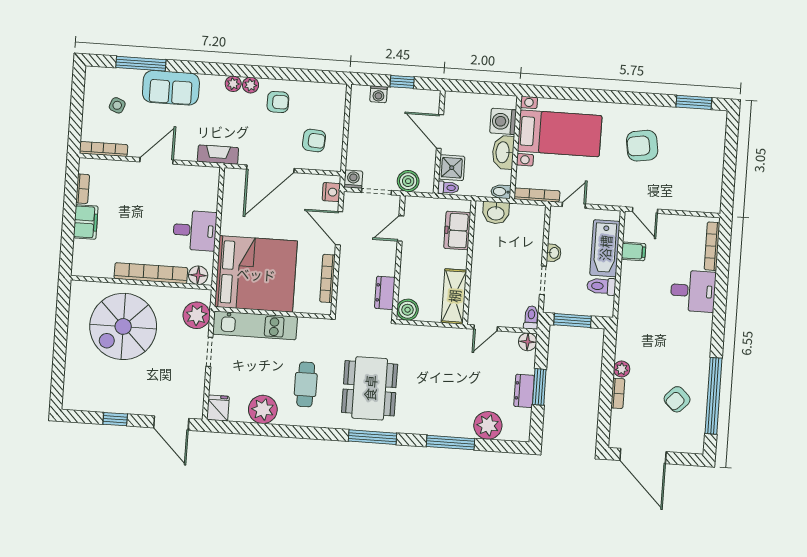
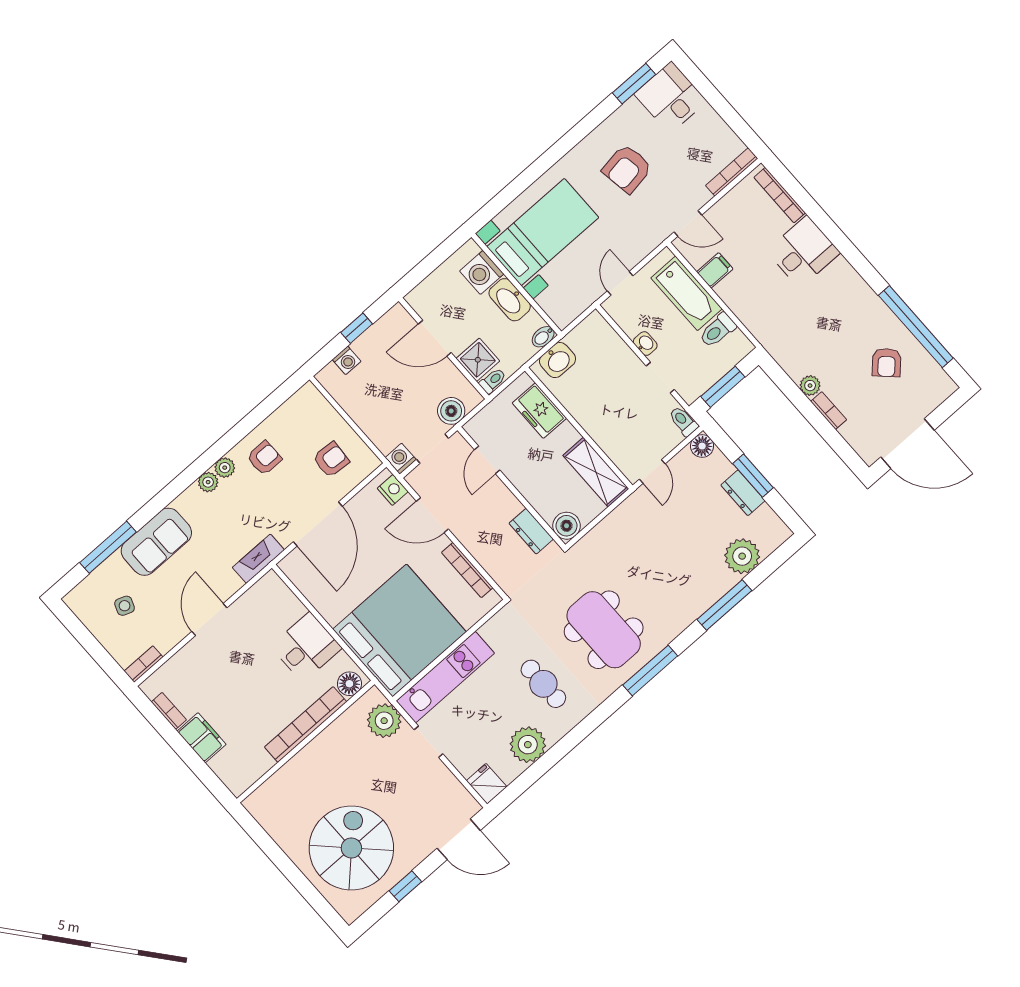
desk: (706, 131) -> (670, 98), added
bookcase: (103, 149) -> (143, 664), width x0.64
bookcase: (537, 195) -> (732, 172), moved
spiral stairs: (123, 326) -> (351, 848), moved, turned 180

